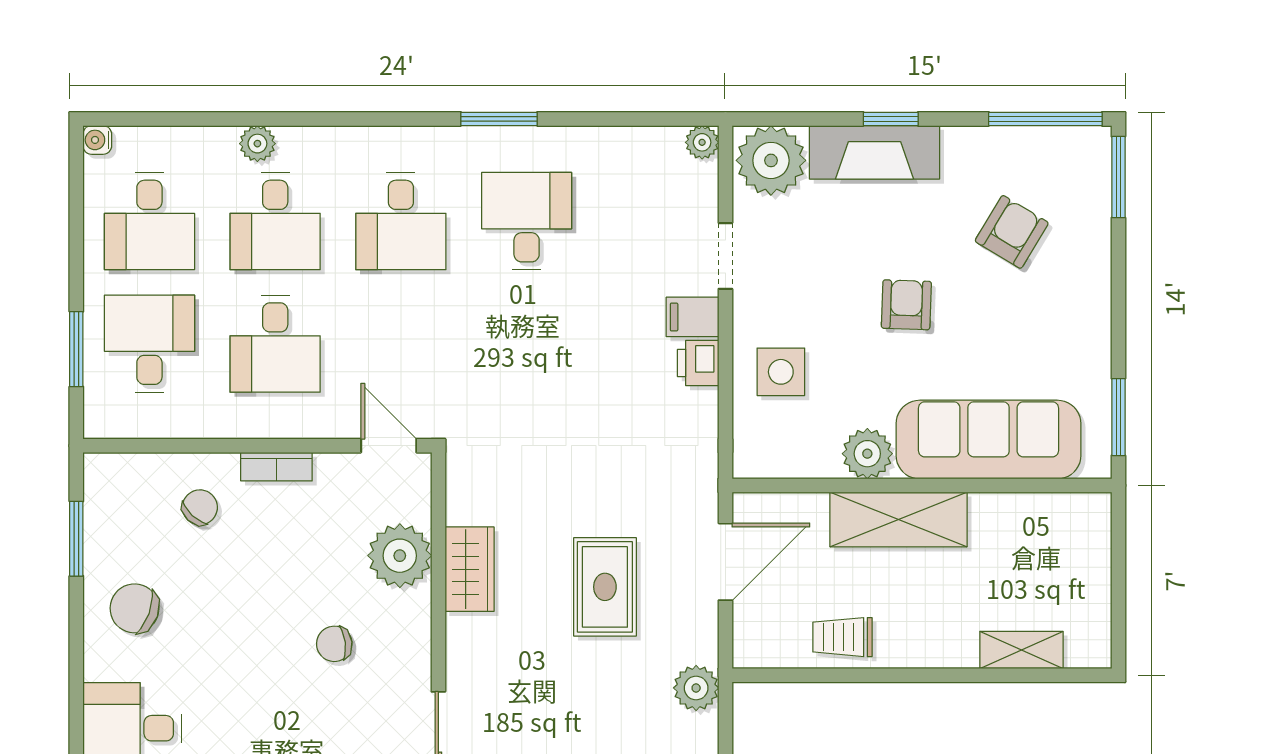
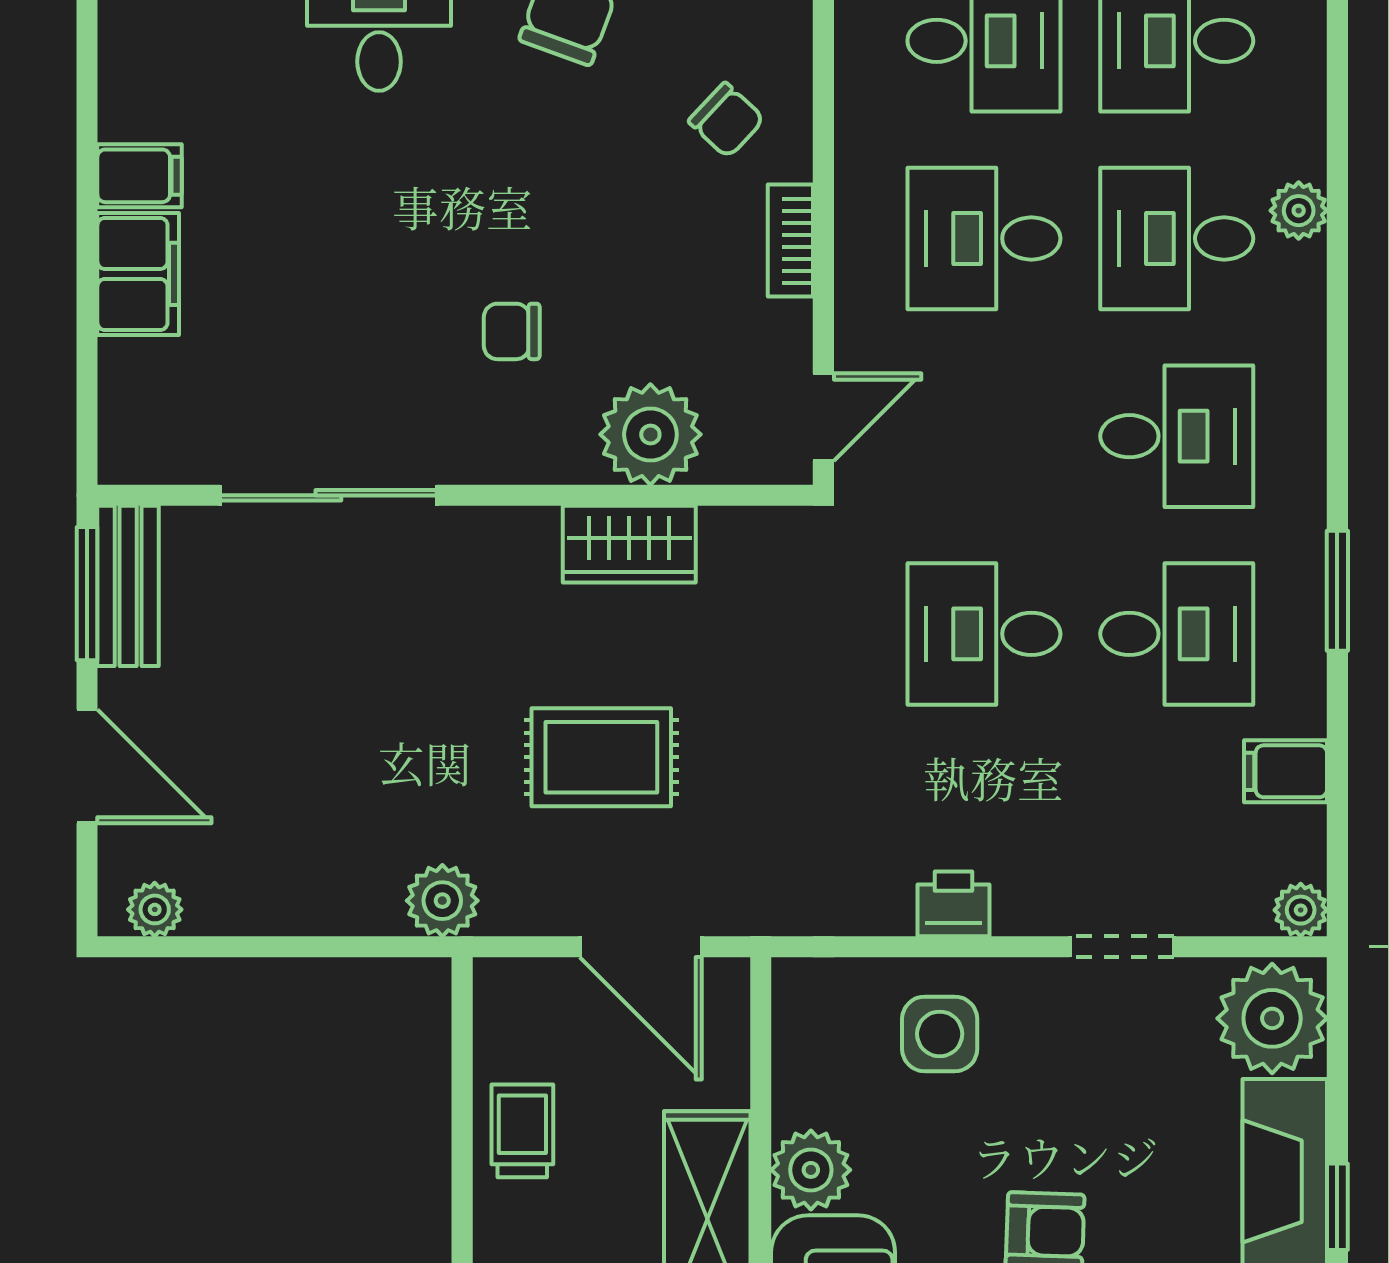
desk: (401, 221) -> (1177, 436), turned 180
filing cabinet: (692, 317) -> (1286, 771), moved, turned -90
desk: (527, 344) -> (984, 634), added
chair: (334, 644) -> (512, 331), turned -83

